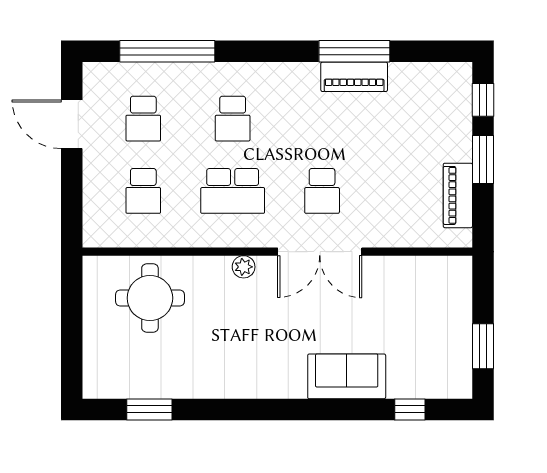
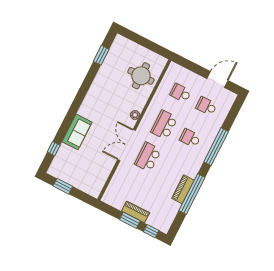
window: (167, 51) -> (216, 147), moved
window: (354, 51) -> (192, 194), width x1.46
school desk: (322, 191) -> (148, 157), width x1.85
piano: (458, 195) -> (136, 212), moved

